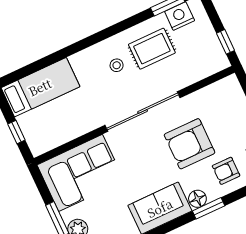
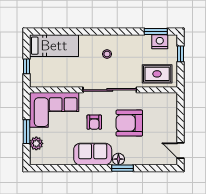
window: (226, 42) -> (181, 54), moved
rug: (152, 49) -> (157, 74), moved
armchair: (226, 171) -> (94, 122), moved, turned -90

